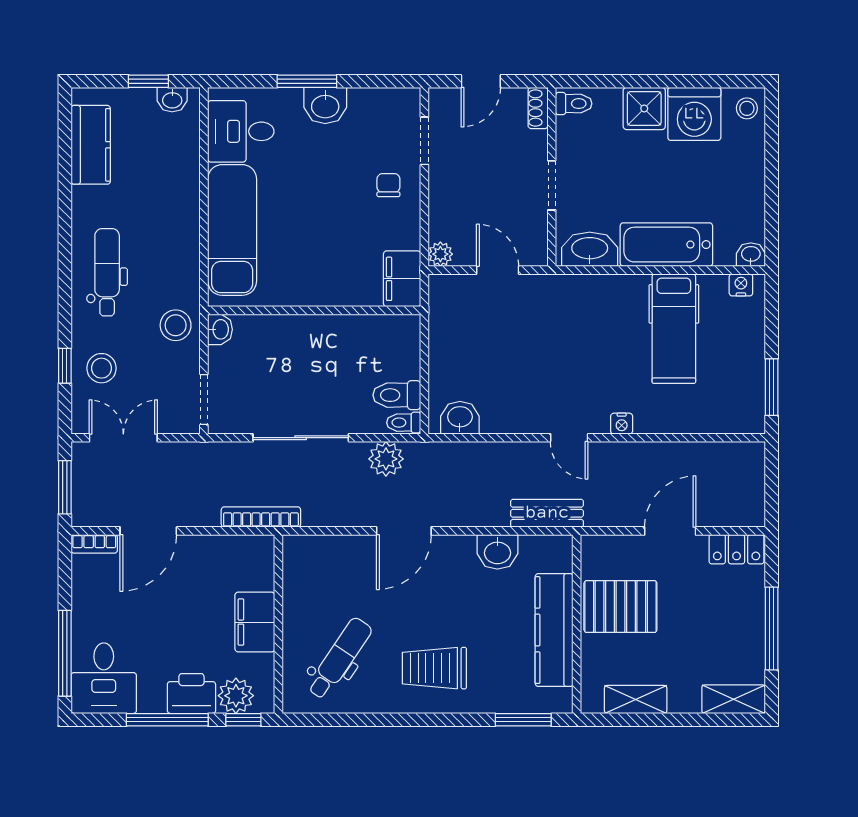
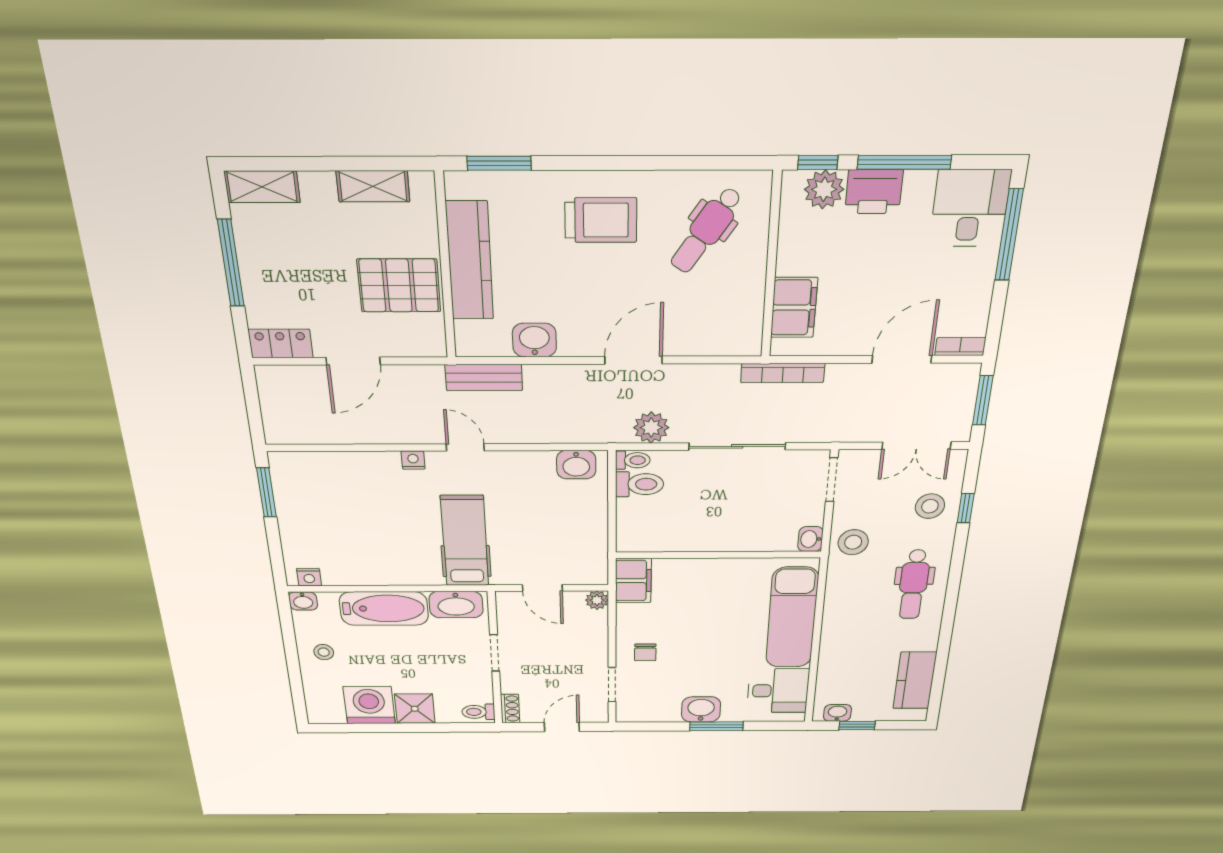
stool: (747, 108) -> (324, 652), moved
hospital bed: (674, 329) -> (465, 541), moved
filing cabinet: (255, 622) -> (794, 308), moved

